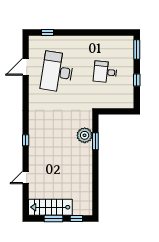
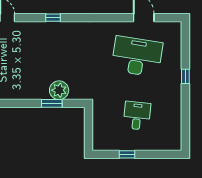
window: (47, 33) -> (185, 76), moved
window: (137, 49) -> (165, 154), removed

